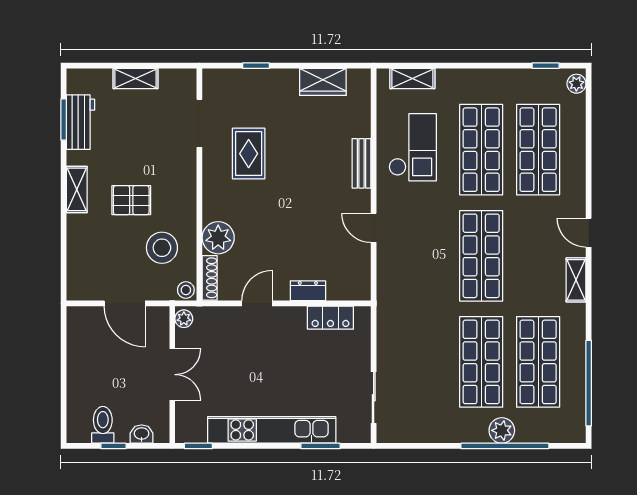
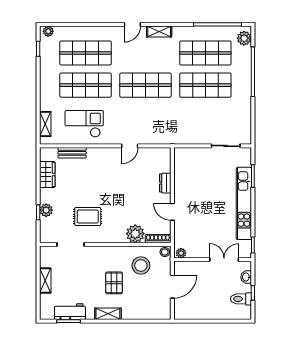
plant: (260, 80) -> (46, 210), added
bench: (362, 163) -> (72, 153), moved
locker: (330, 318) -> (180, 170), removed
double door: (172, 375) -> (224, 260), moved
plant: (502, 430) -> (244, 38), moved

